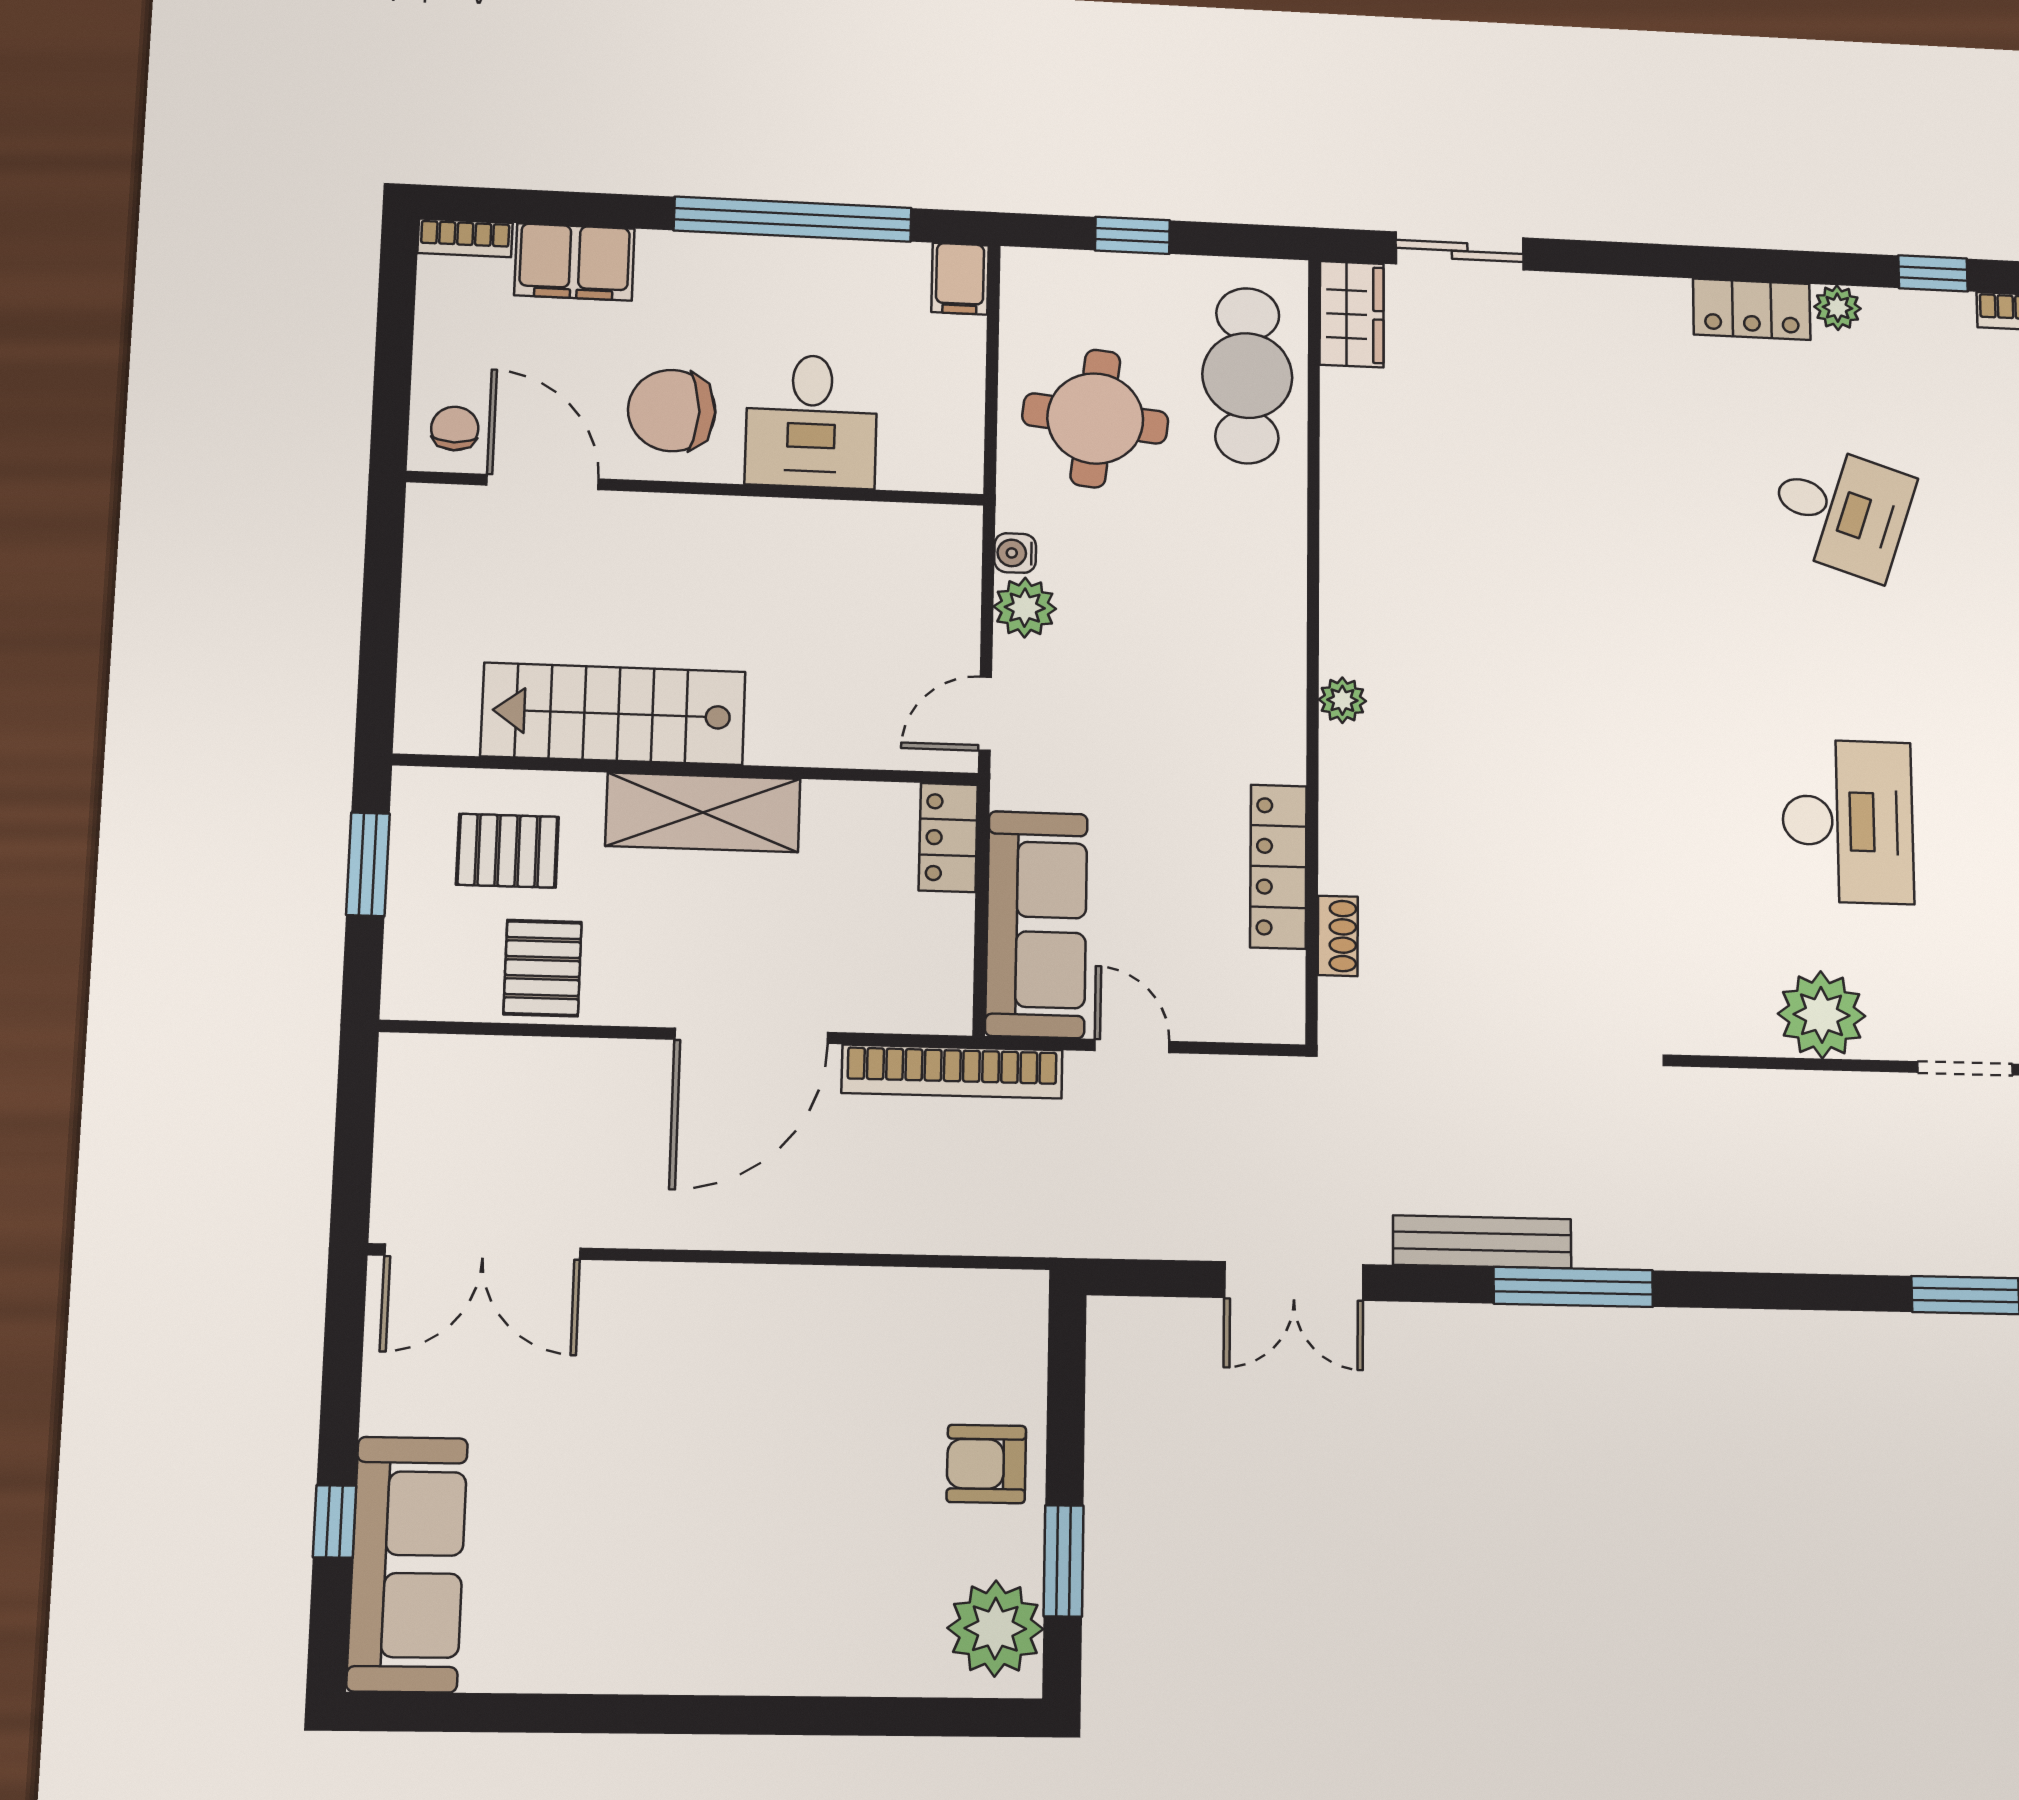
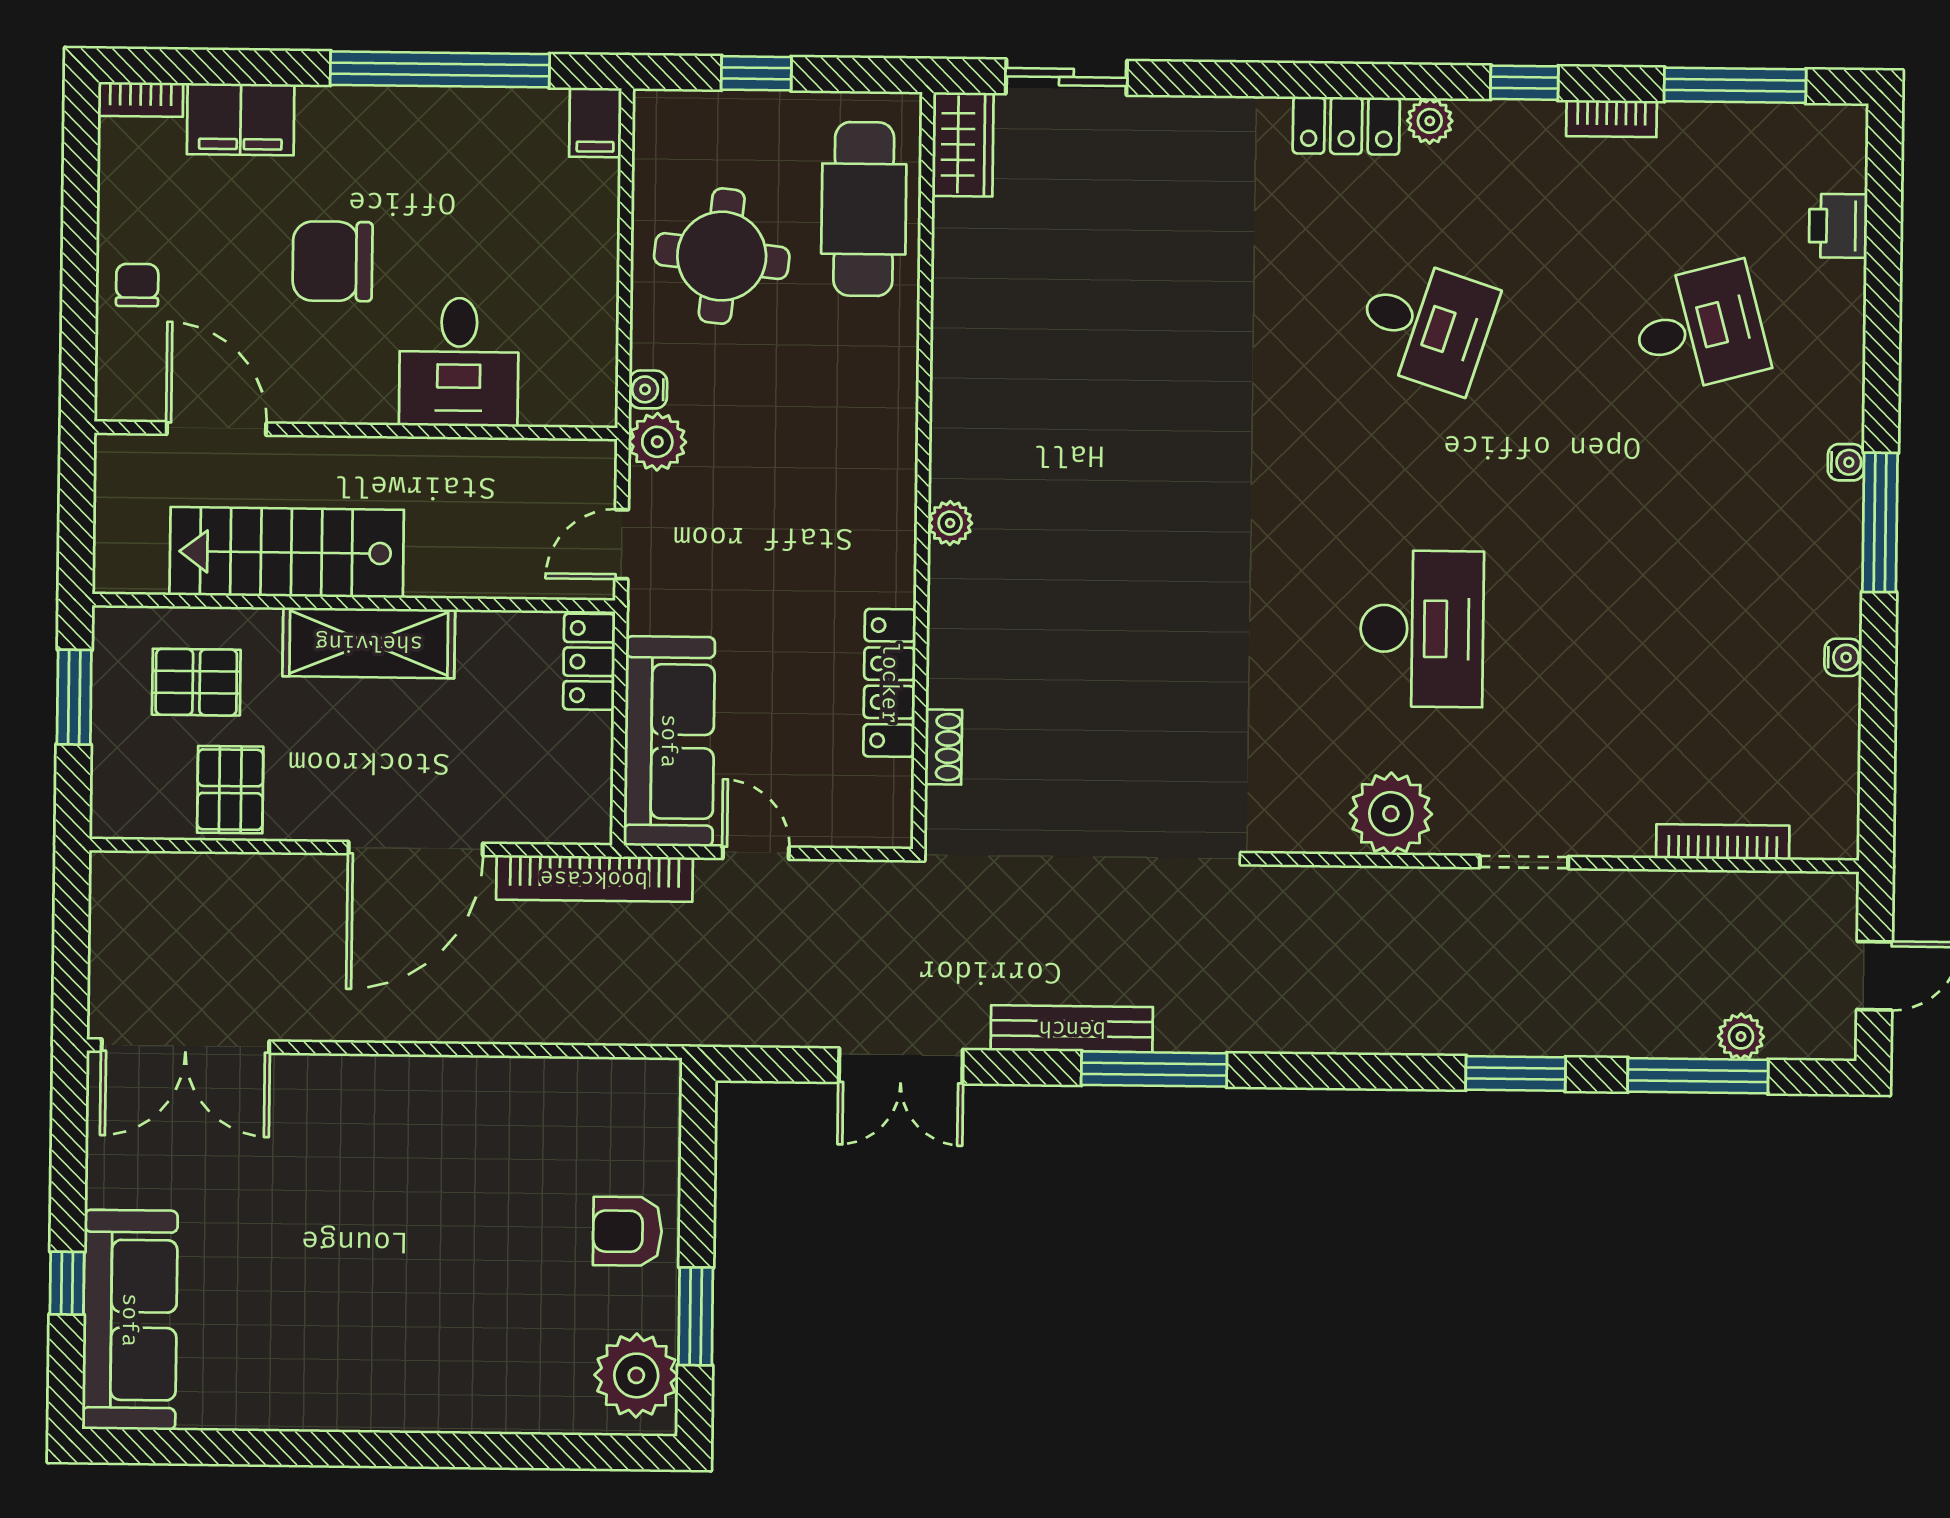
desk: (811, 421) -> (459, 362), moved
door: (543, 482) -> (216, 429), moved
wall: (697, 488) -> (356, 430), moved

